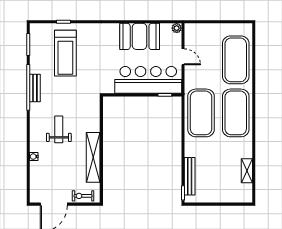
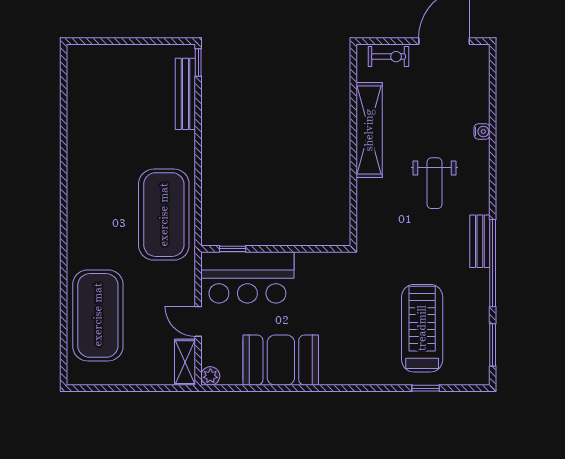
bar counter: (148, 80) -> (247, 277), width x0.73
bench: (35, 88) -> (480, 241), moved
exercise mat: (236, 113) -> (98, 215), removed
shelving: (247, 171) -> (185, 362), moved

